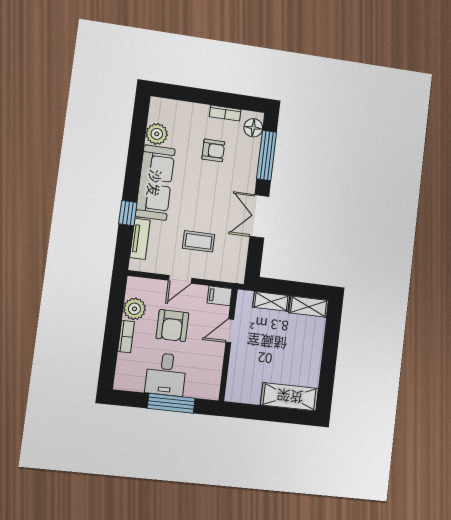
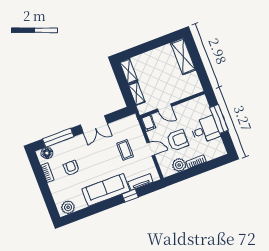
plant: (157, 134) -> (68, 207), moved

